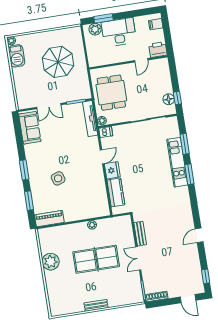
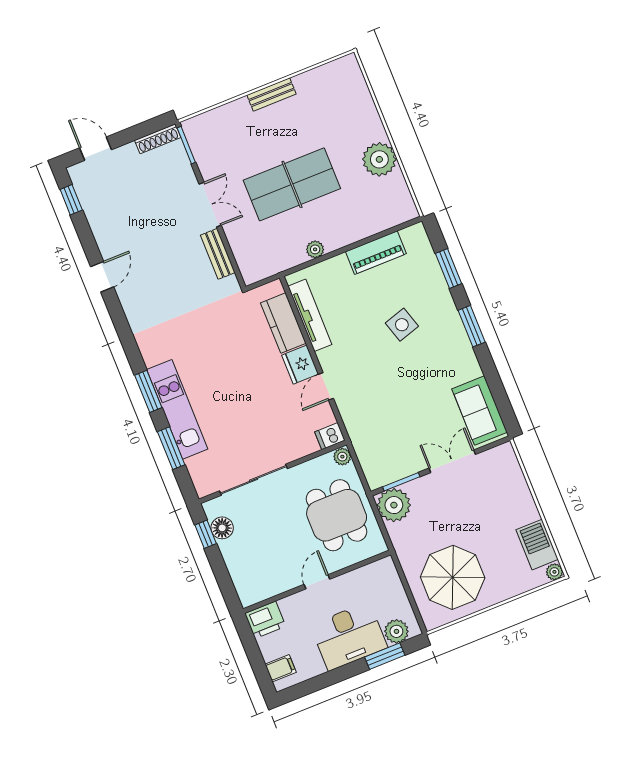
door: (141, 60) -> (317, 582), moved
parasol: (58, 62) -> (453, 577), moved
plant: (82, 91) -> (394, 505), added
tv unit: (90, 119) -> (310, 315), moved
piano: (49, 219) -> (376, 253), moved

